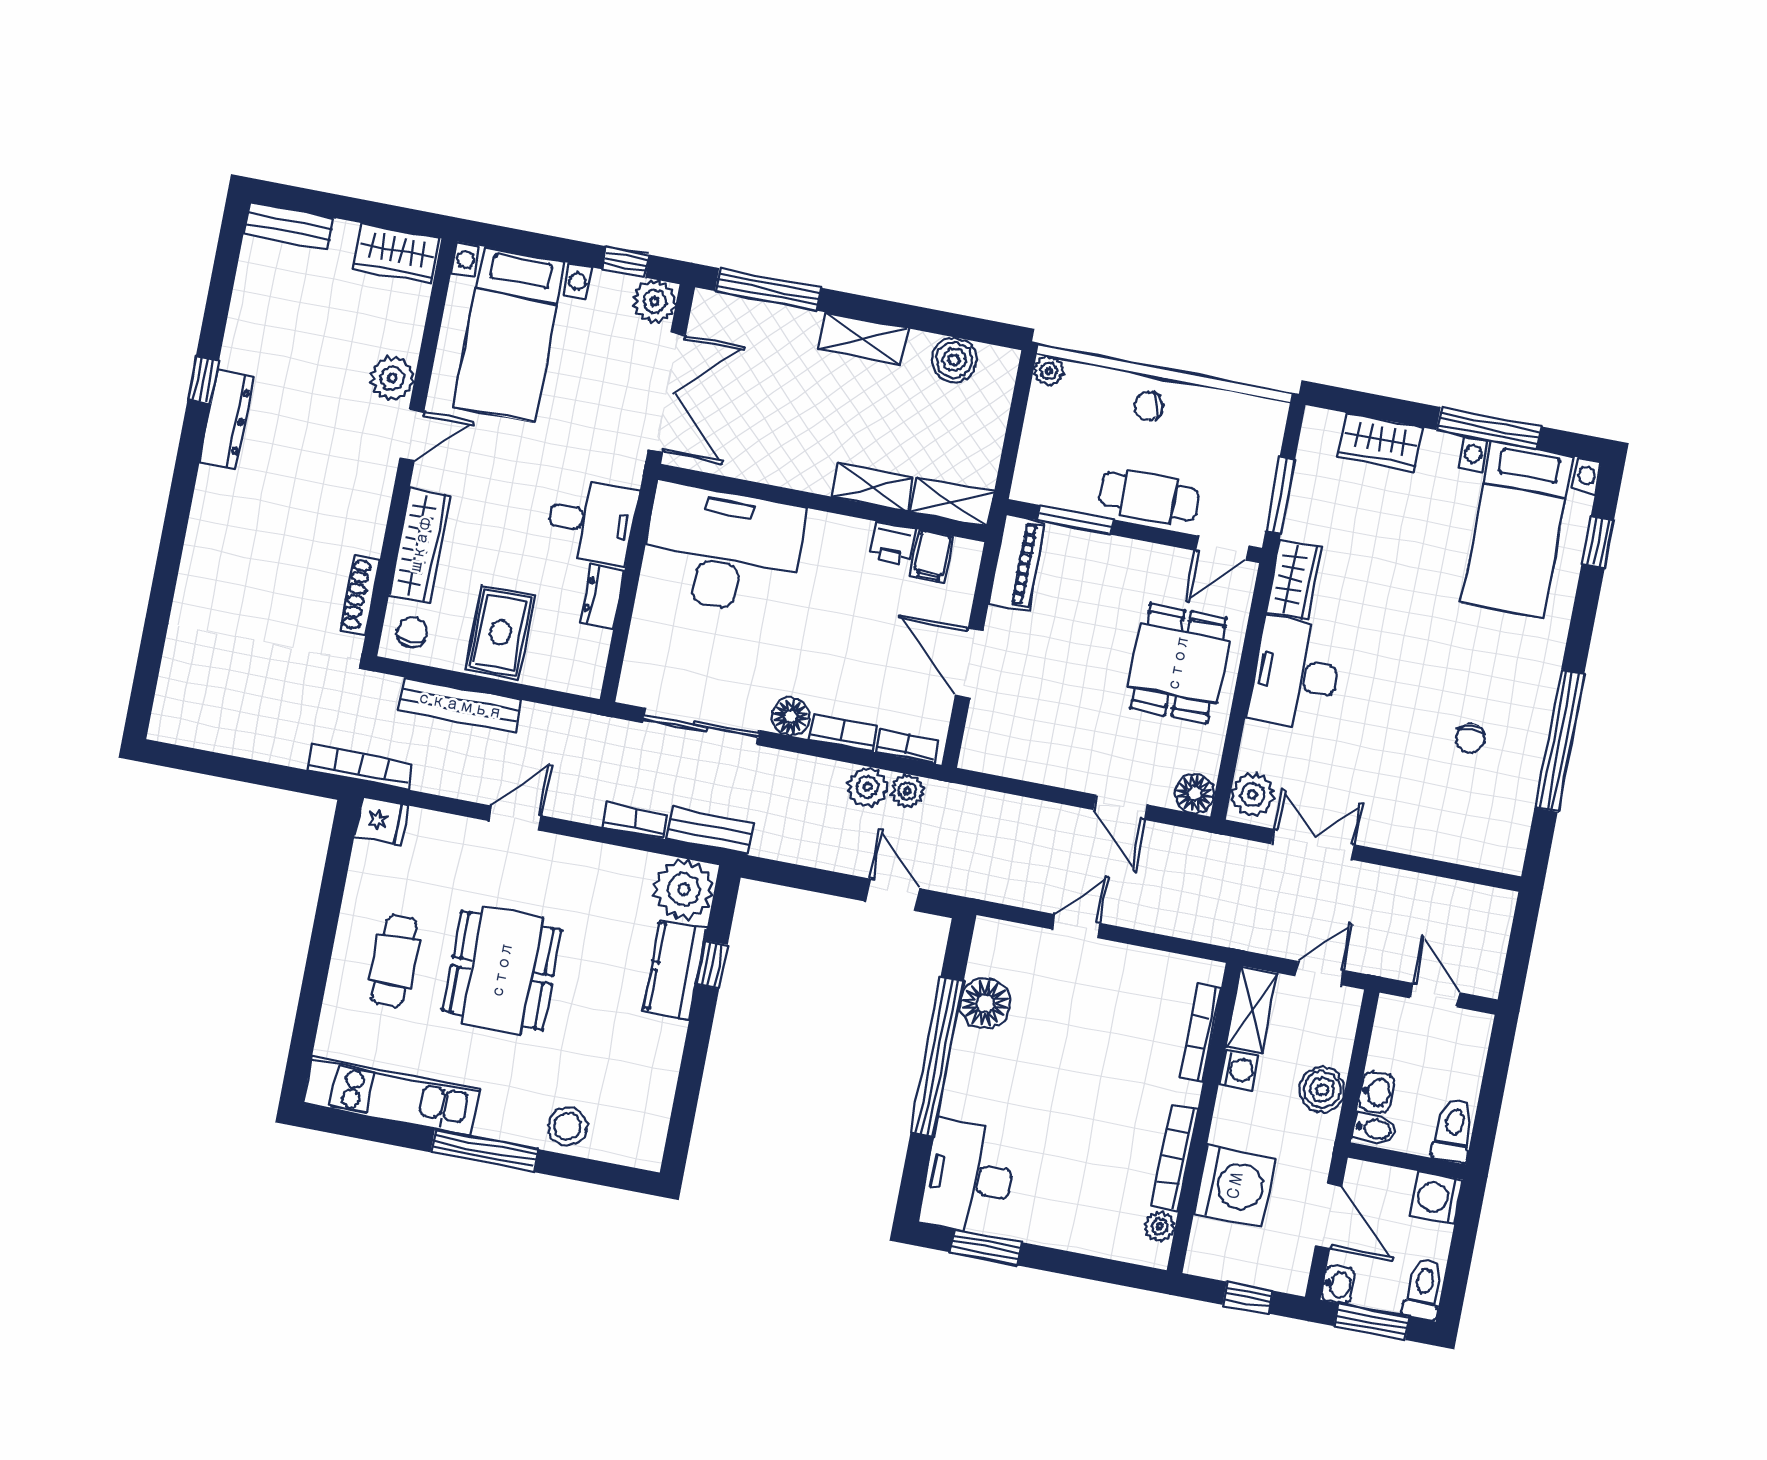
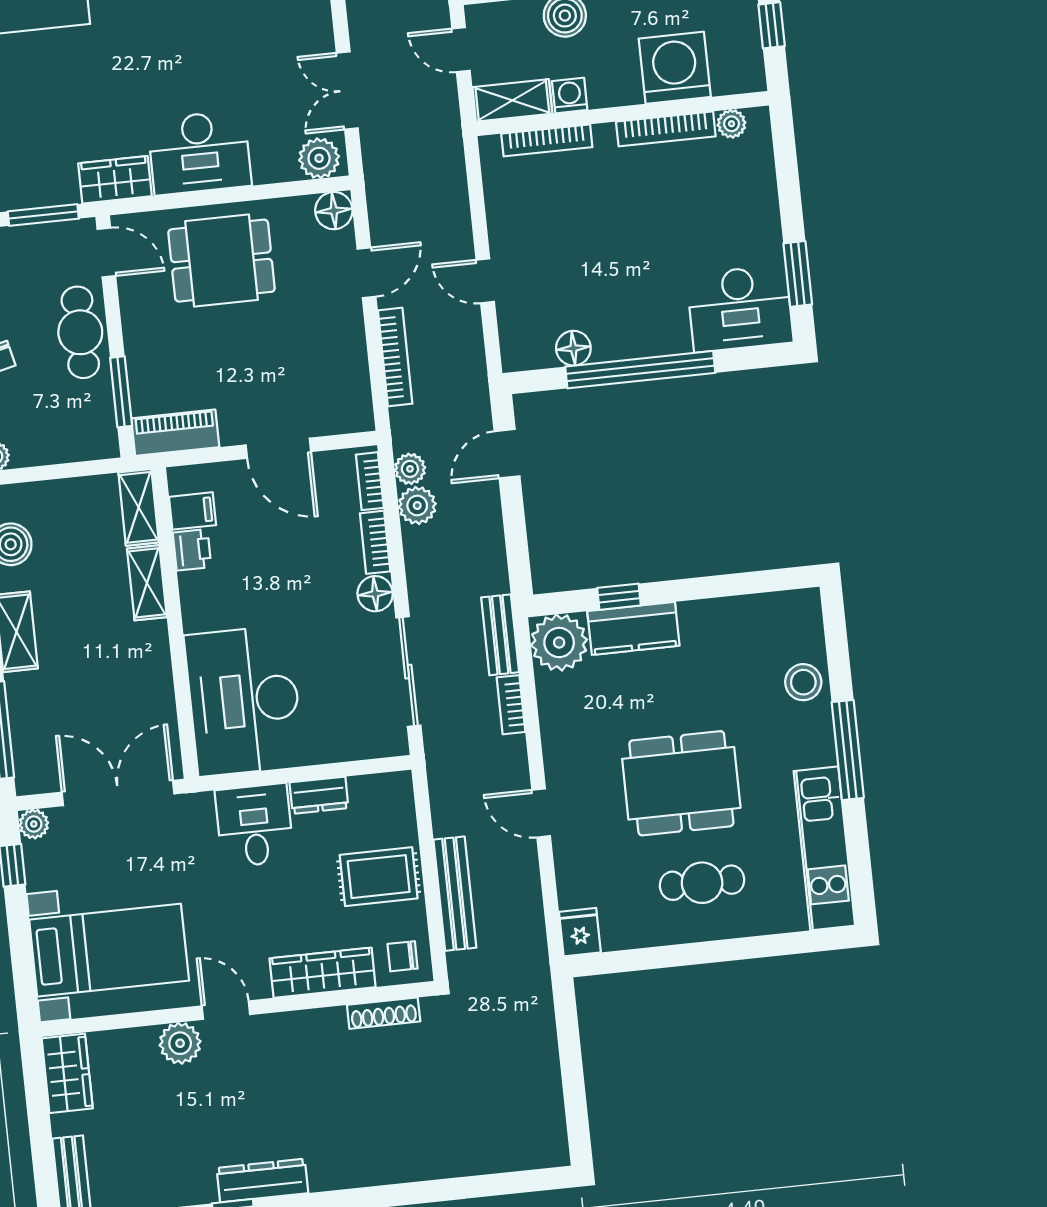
plant: (655, 301) -> (34, 824), width x0.73, depth x0.73
door: (969, 663) -> (278, 448), hinge flipped
bookcase: (360, 767) -> (395, 357), moved, turned 180
floor lamp: (985, 1003) -> (573, 348), width x0.73, depth x0.73

